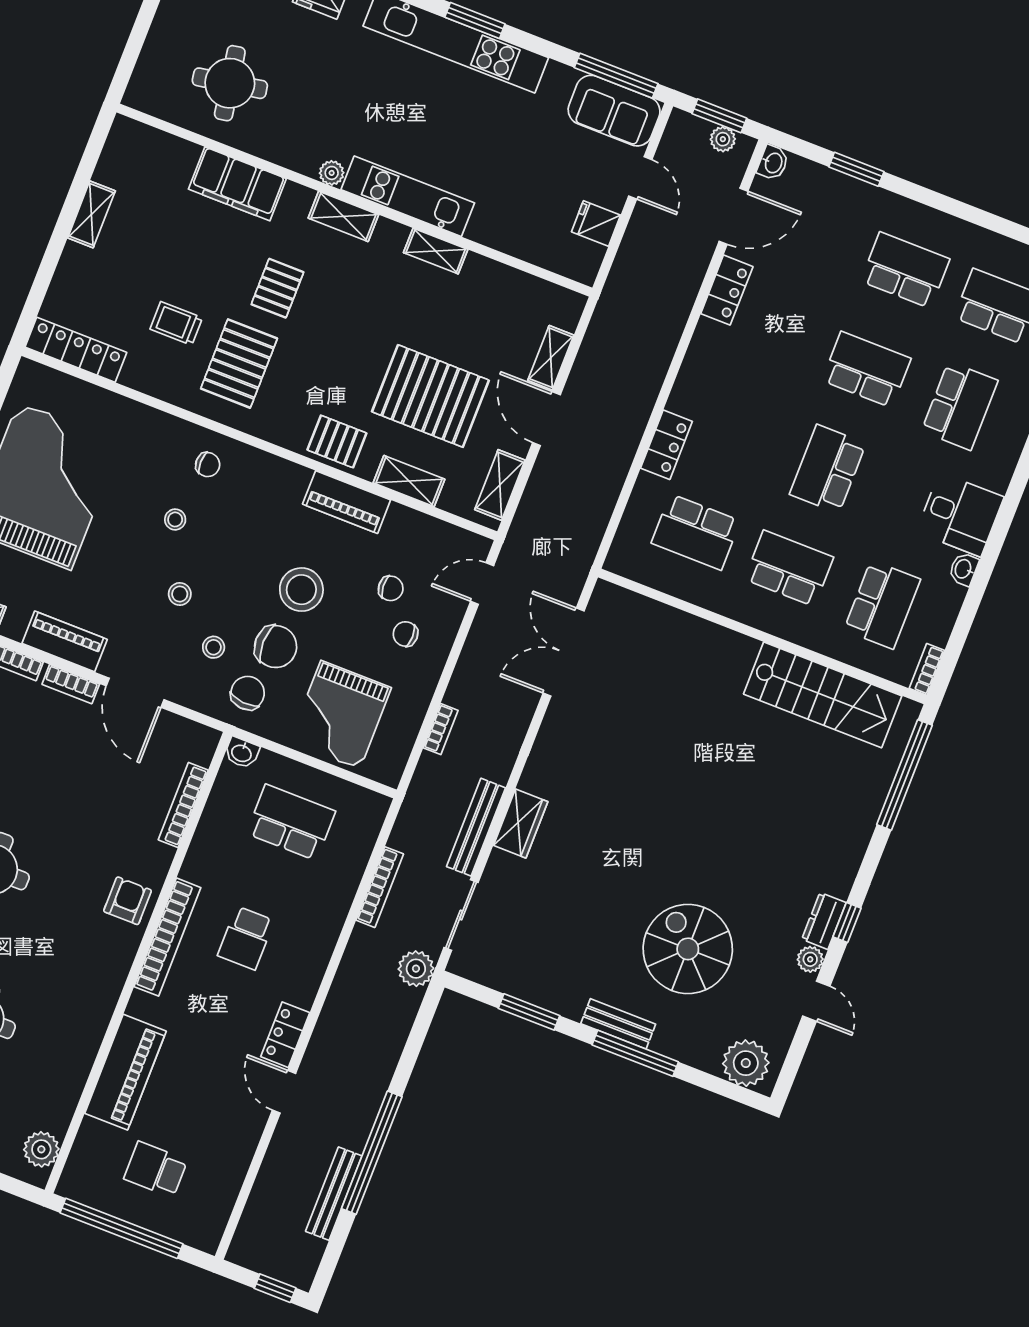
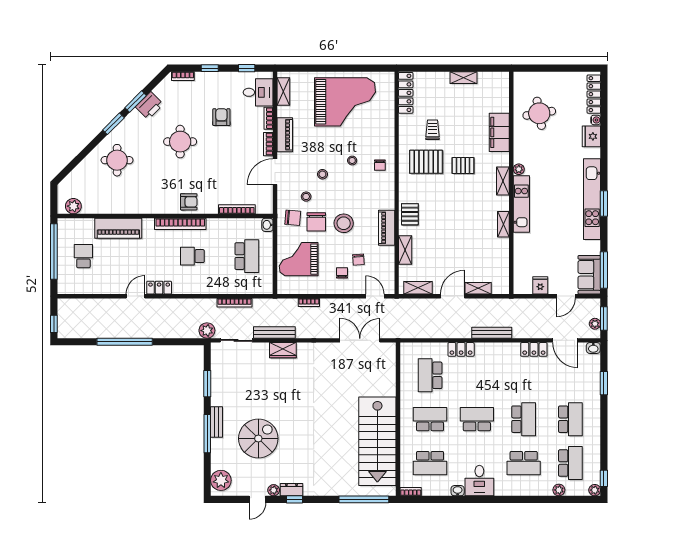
pallet: (430, 396) -> (443, 245), removed
school desk: (789, 568) -> (430, 419), turned -90
stairs: (823, 695) -> (377, 441), width x1.36, depth x1.51
bench: (334, 1194) -> (492, 333), moved

